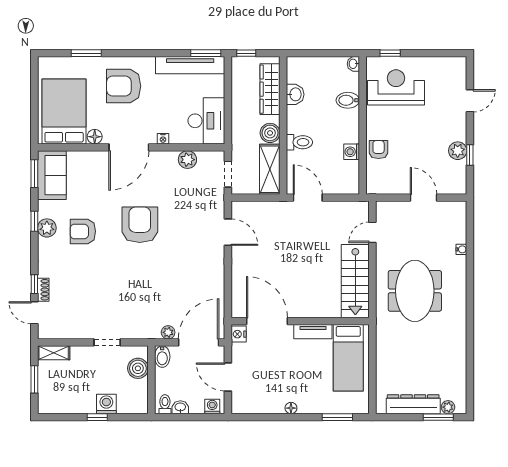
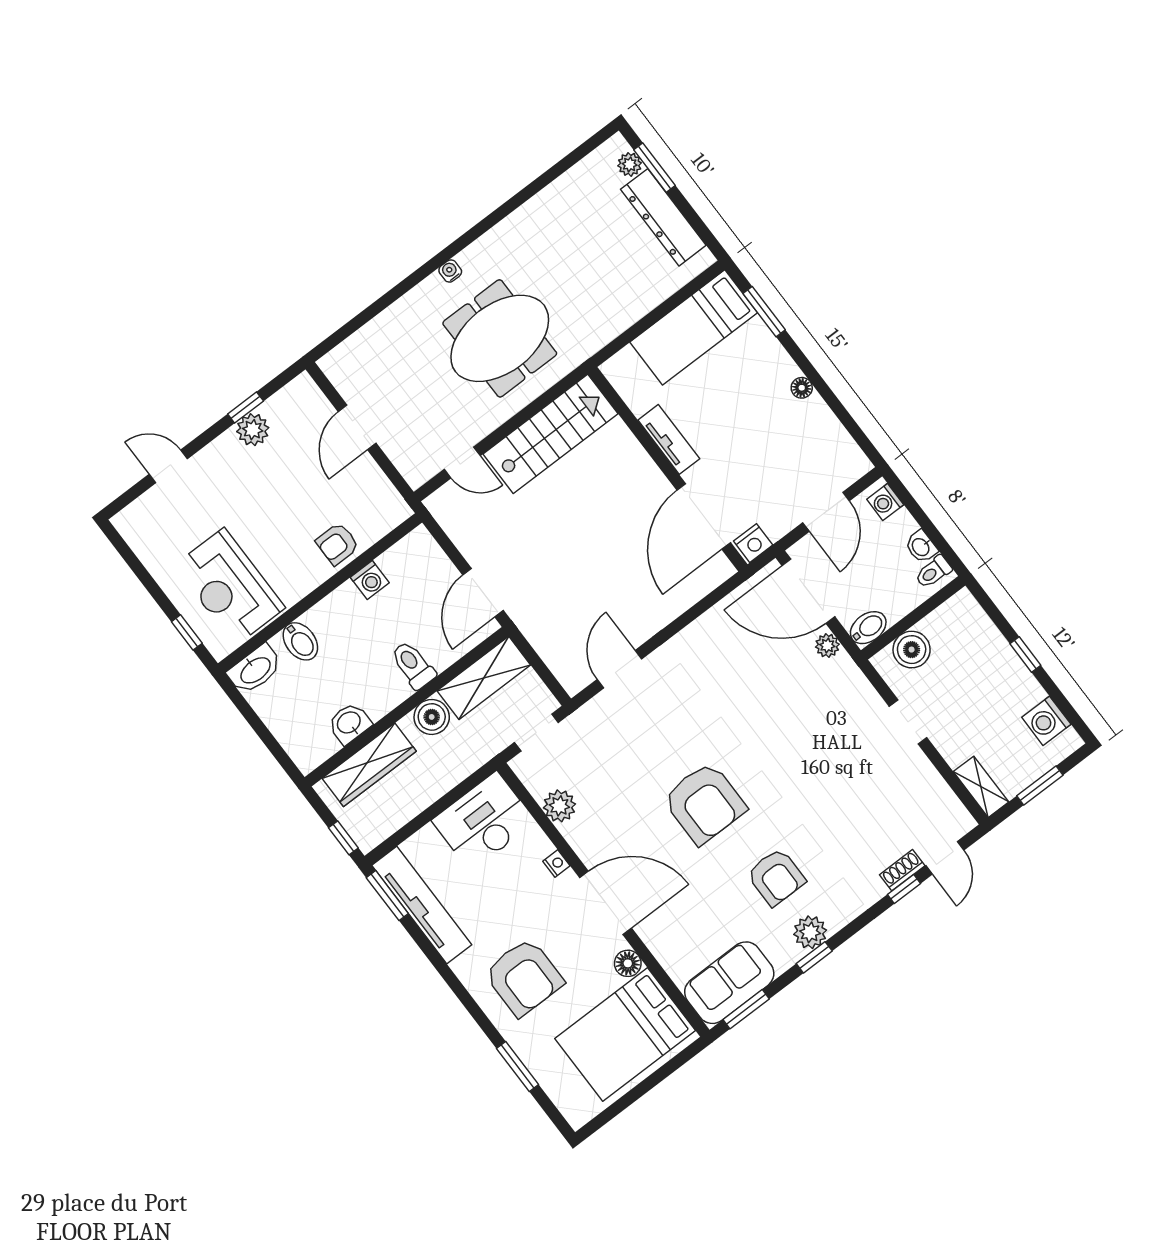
washbasin: (353, 64) -> (255, 670), width x1.91, depth x1.45
armchair: (140, 225) -> (704, 803), turned -90
water cooler: (461, 249) -> (450, 271), moved
bed: (348, 358) -> (694, 327), moved, turned 180
washing machine: (106, 404) -> (1046, 721), moved

